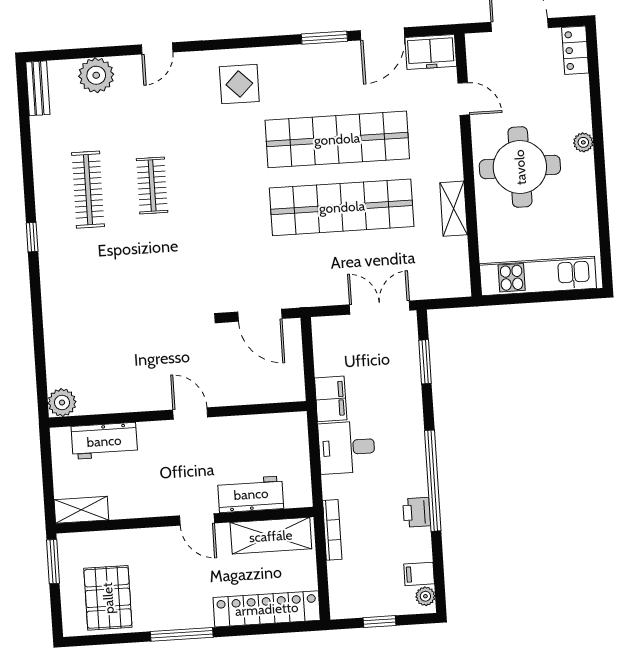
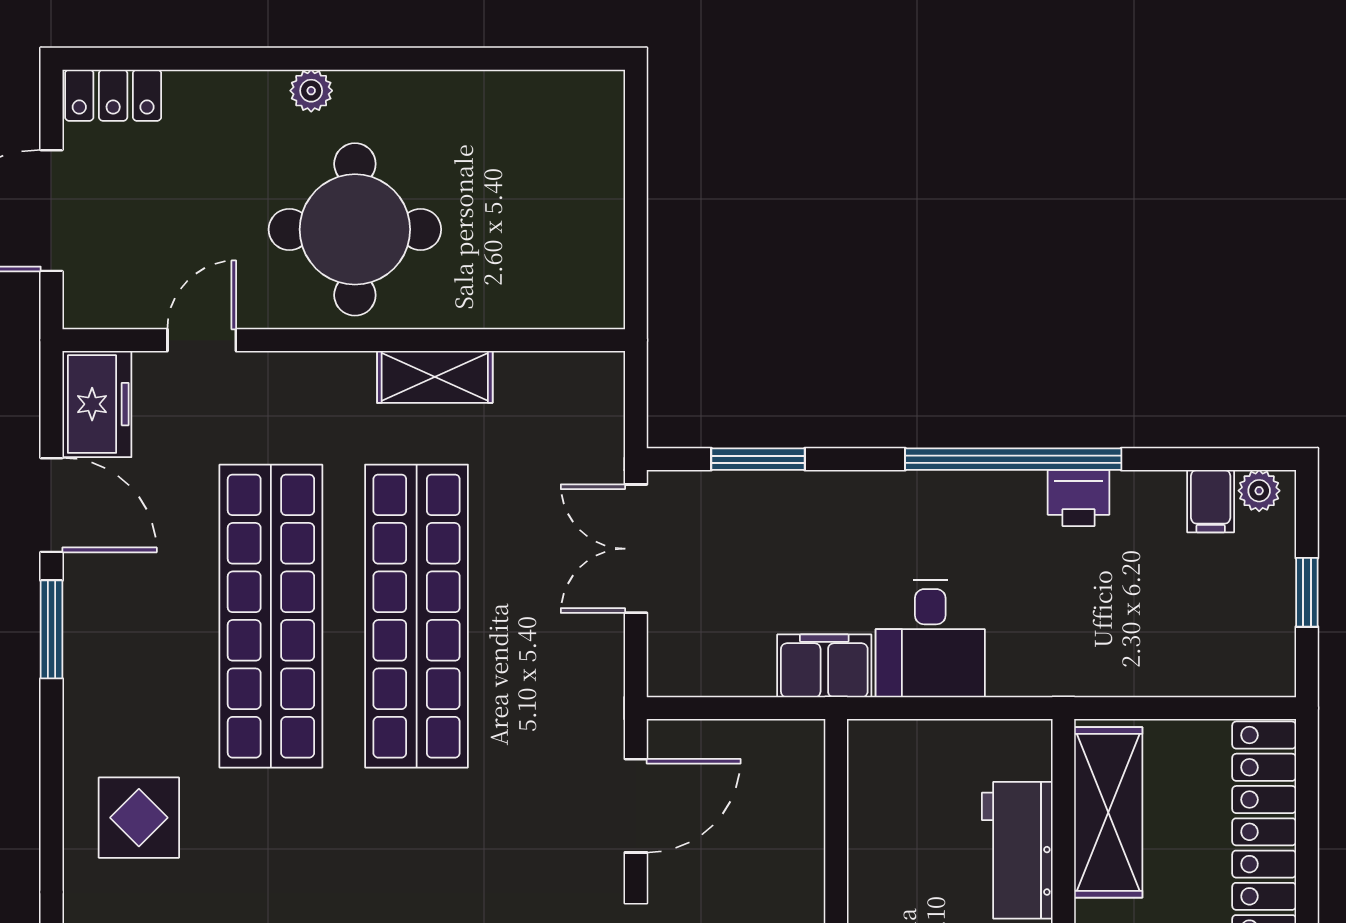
kitchen unit: (538, 276) -> (590, 206), removed
bookcase: (332, 530) -> (1104, 681), removed

